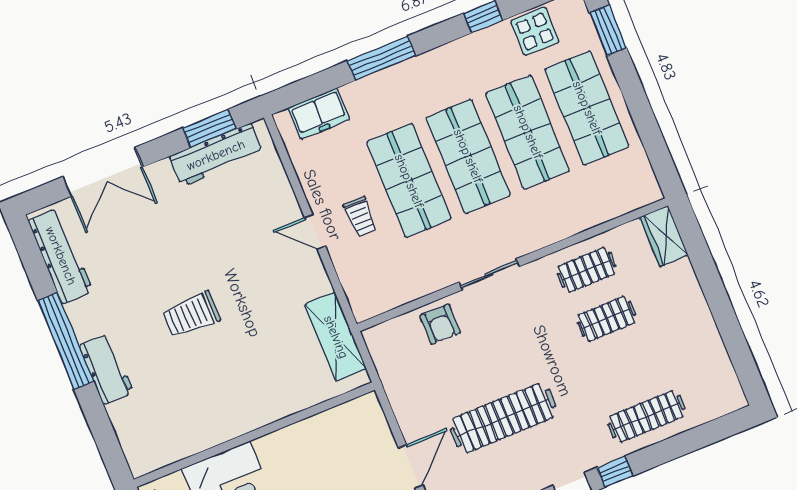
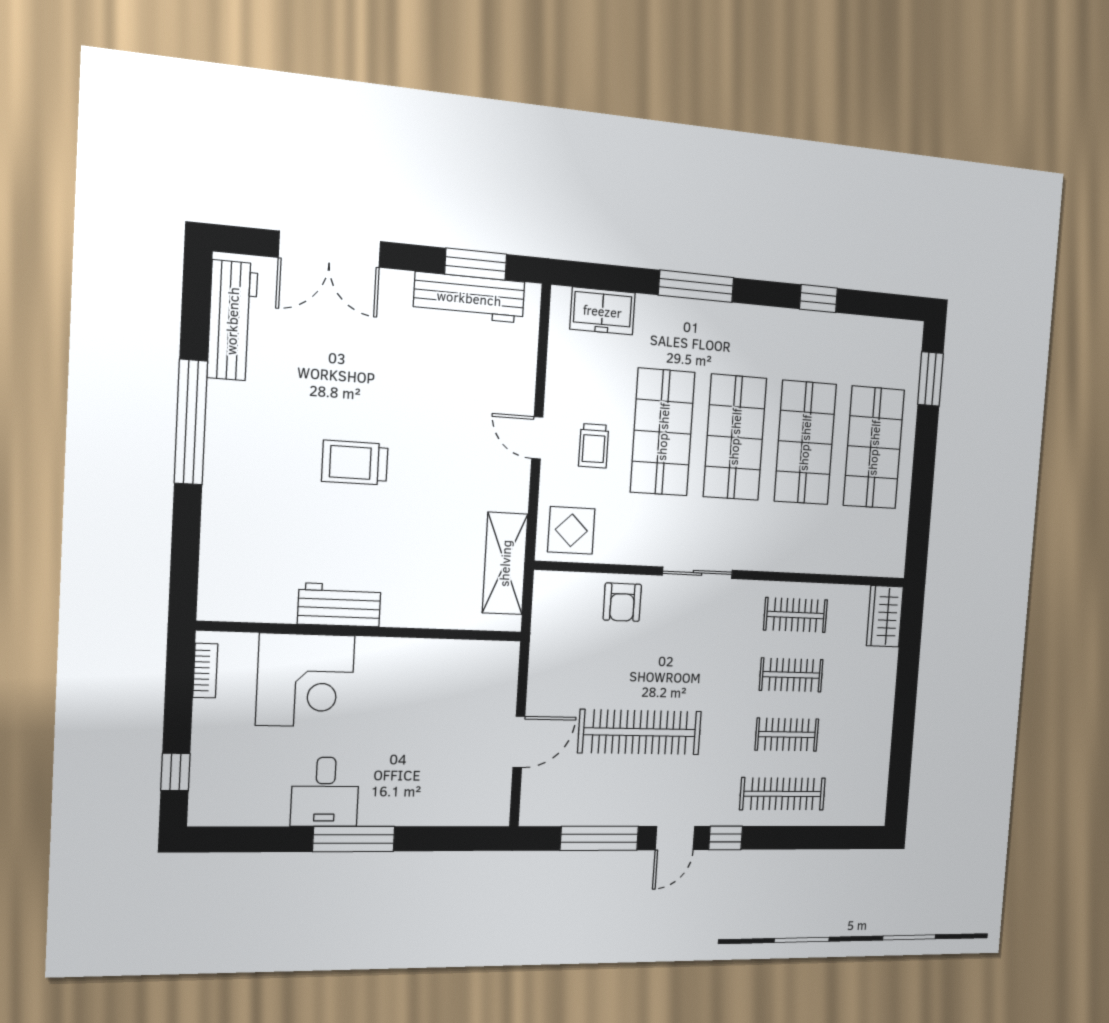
display table: (535, 31) -> (571, 530), moved
clothes rail: (626, 368) -> (787, 735), added
workbench: (106, 369) -> (339, 605), moved, turned -90

